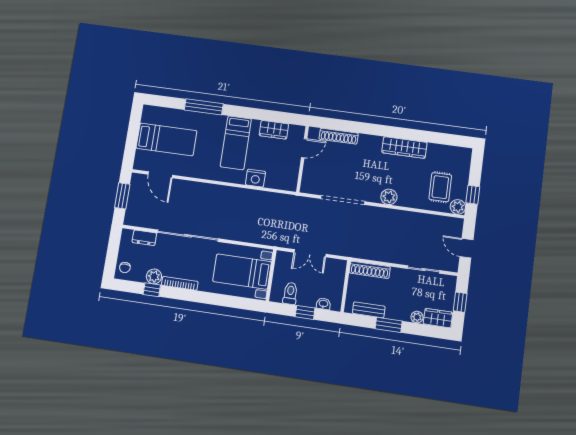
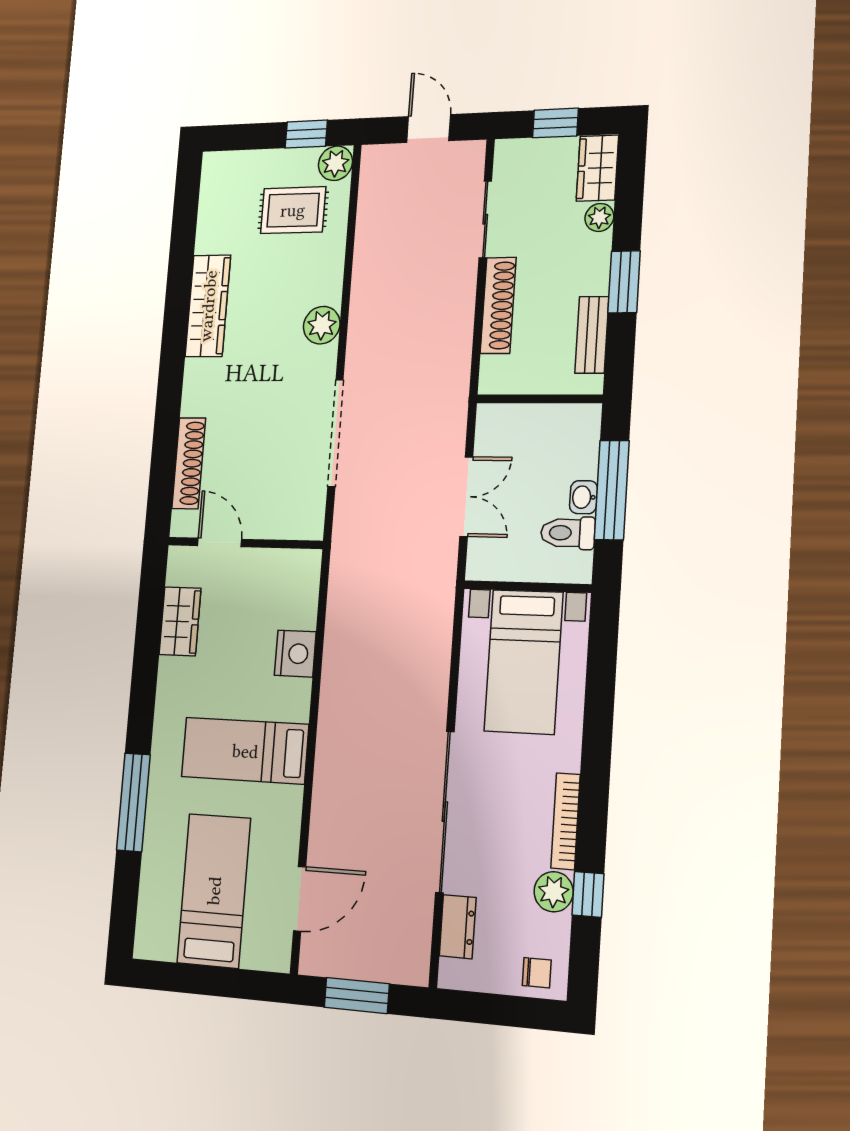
bed: (236, 143) -> (245, 751), moved, turned 180
door: (466, 248) -> (429, 129), swing flipped
shoe rack: (370, 270) -> (498, 305), moved
washbasin: (323, 304) -> (584, 497), moved
window: (305, 312) -> (612, 490), width x2.17

